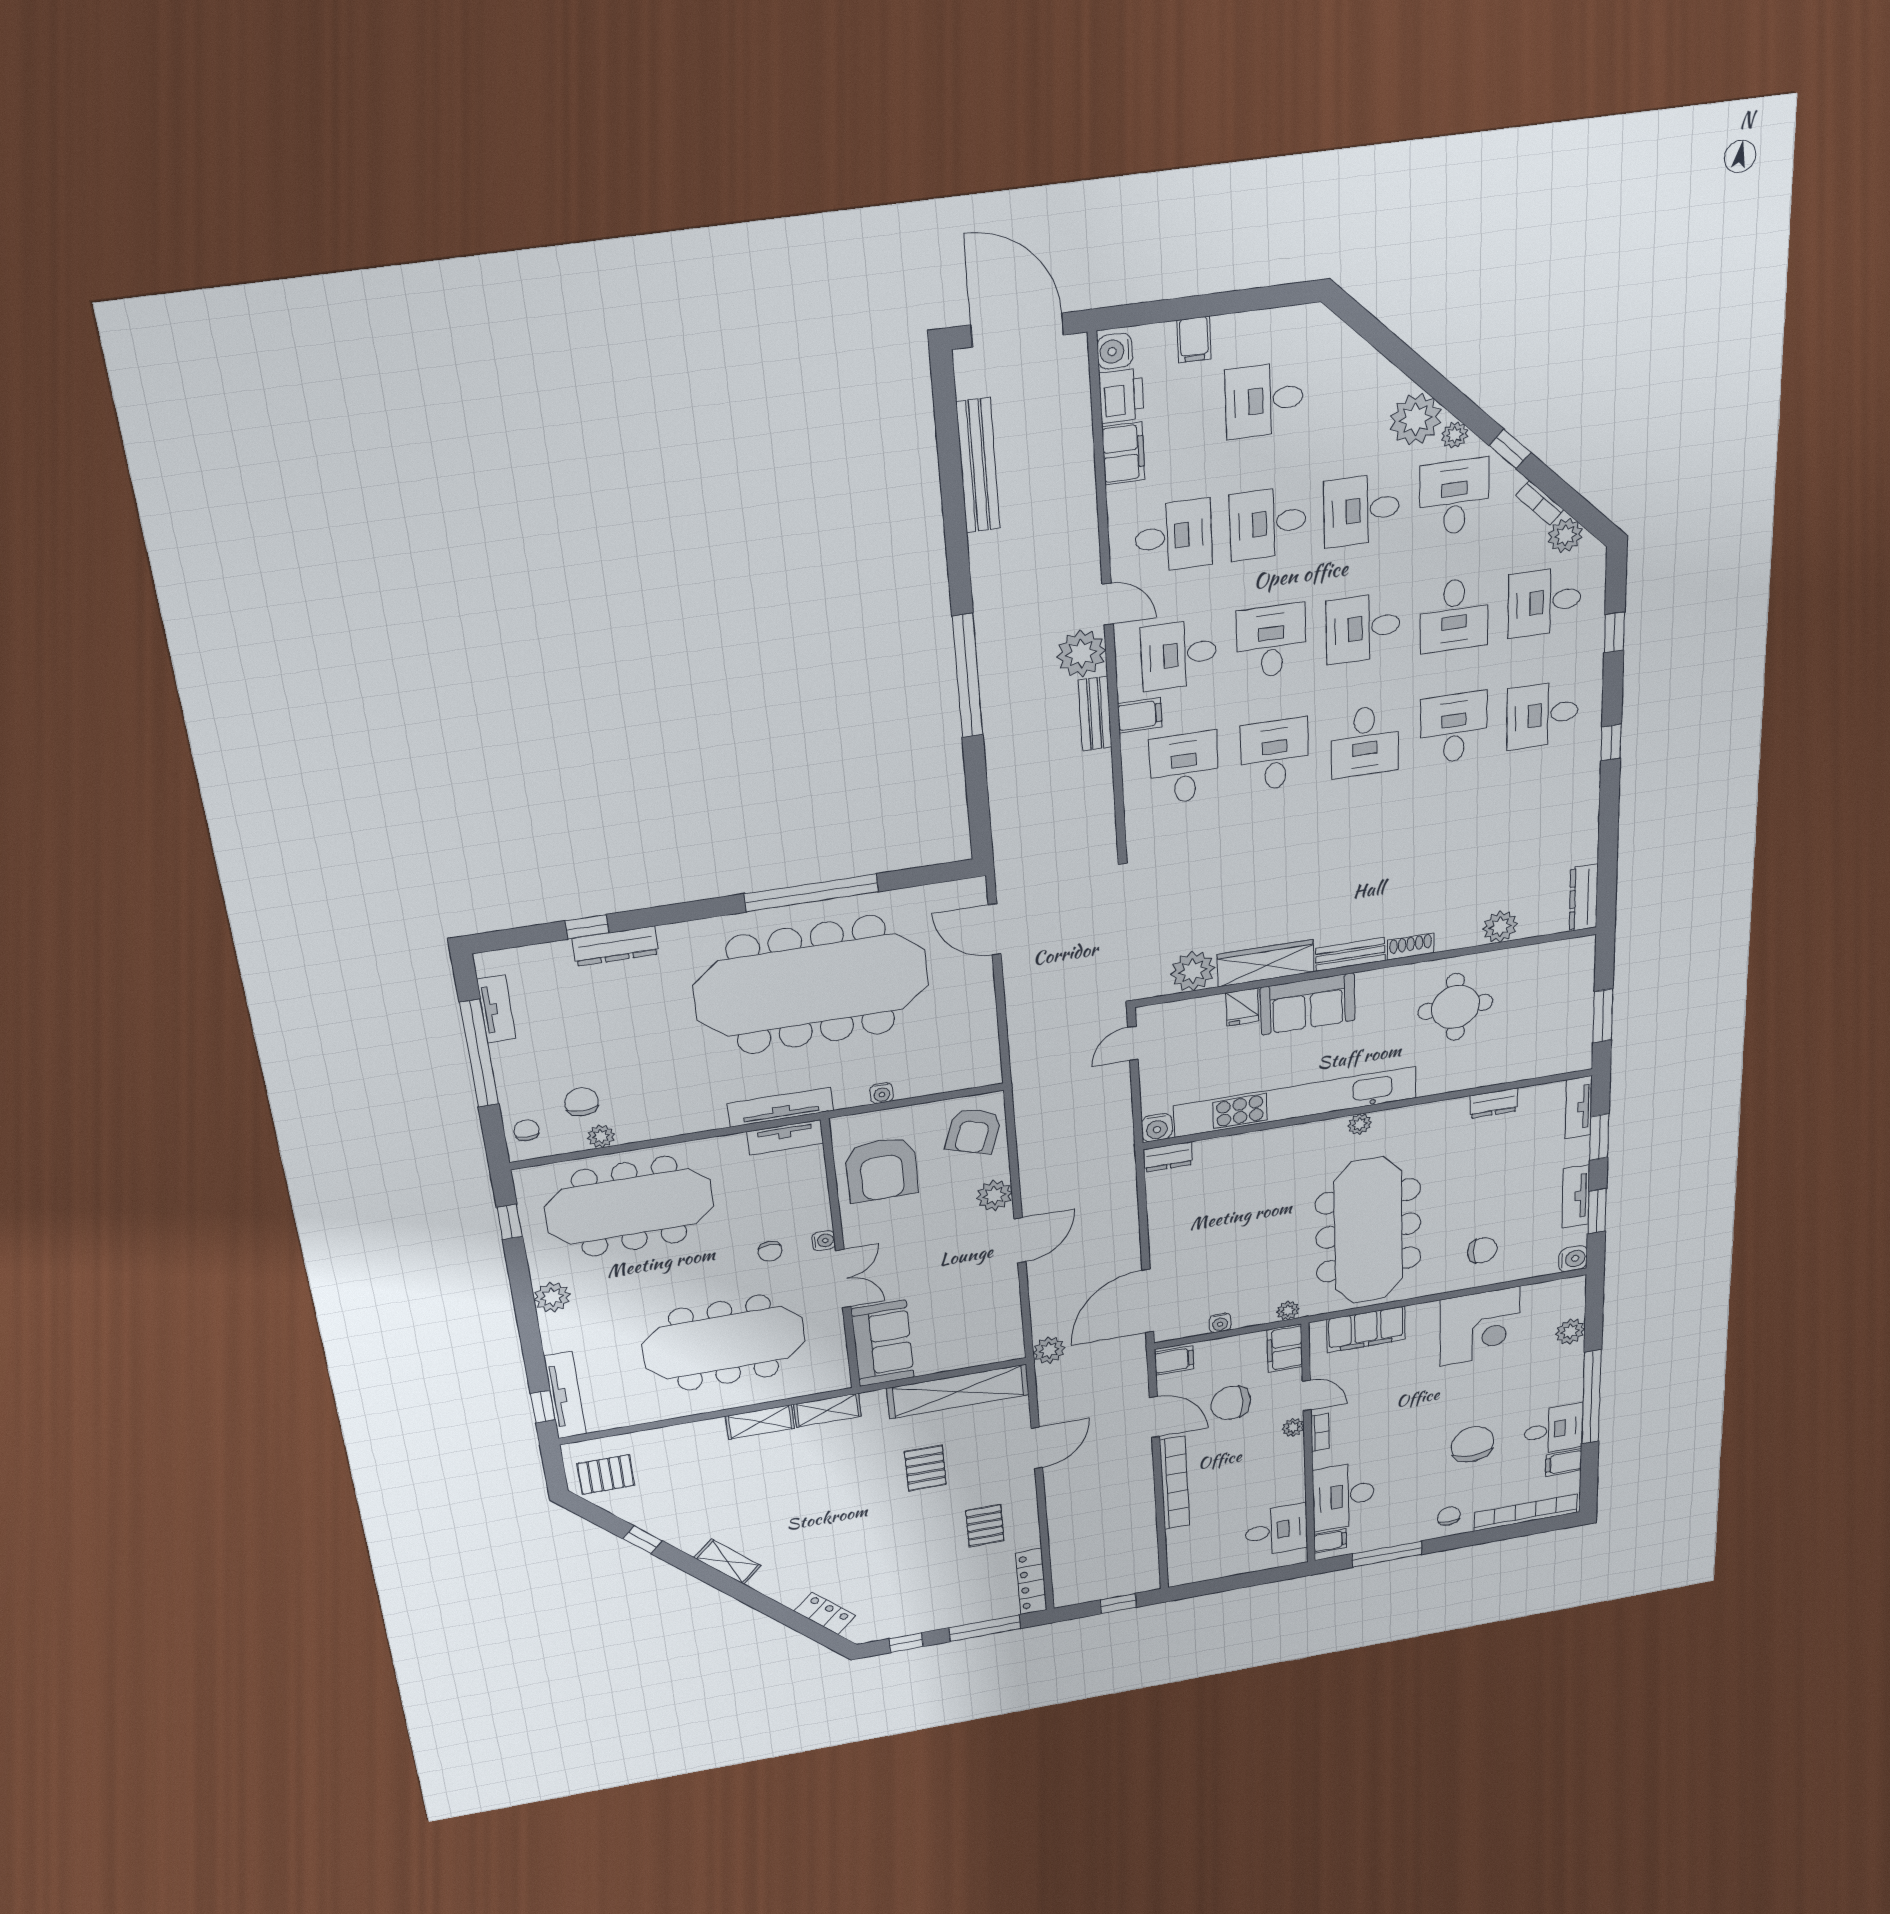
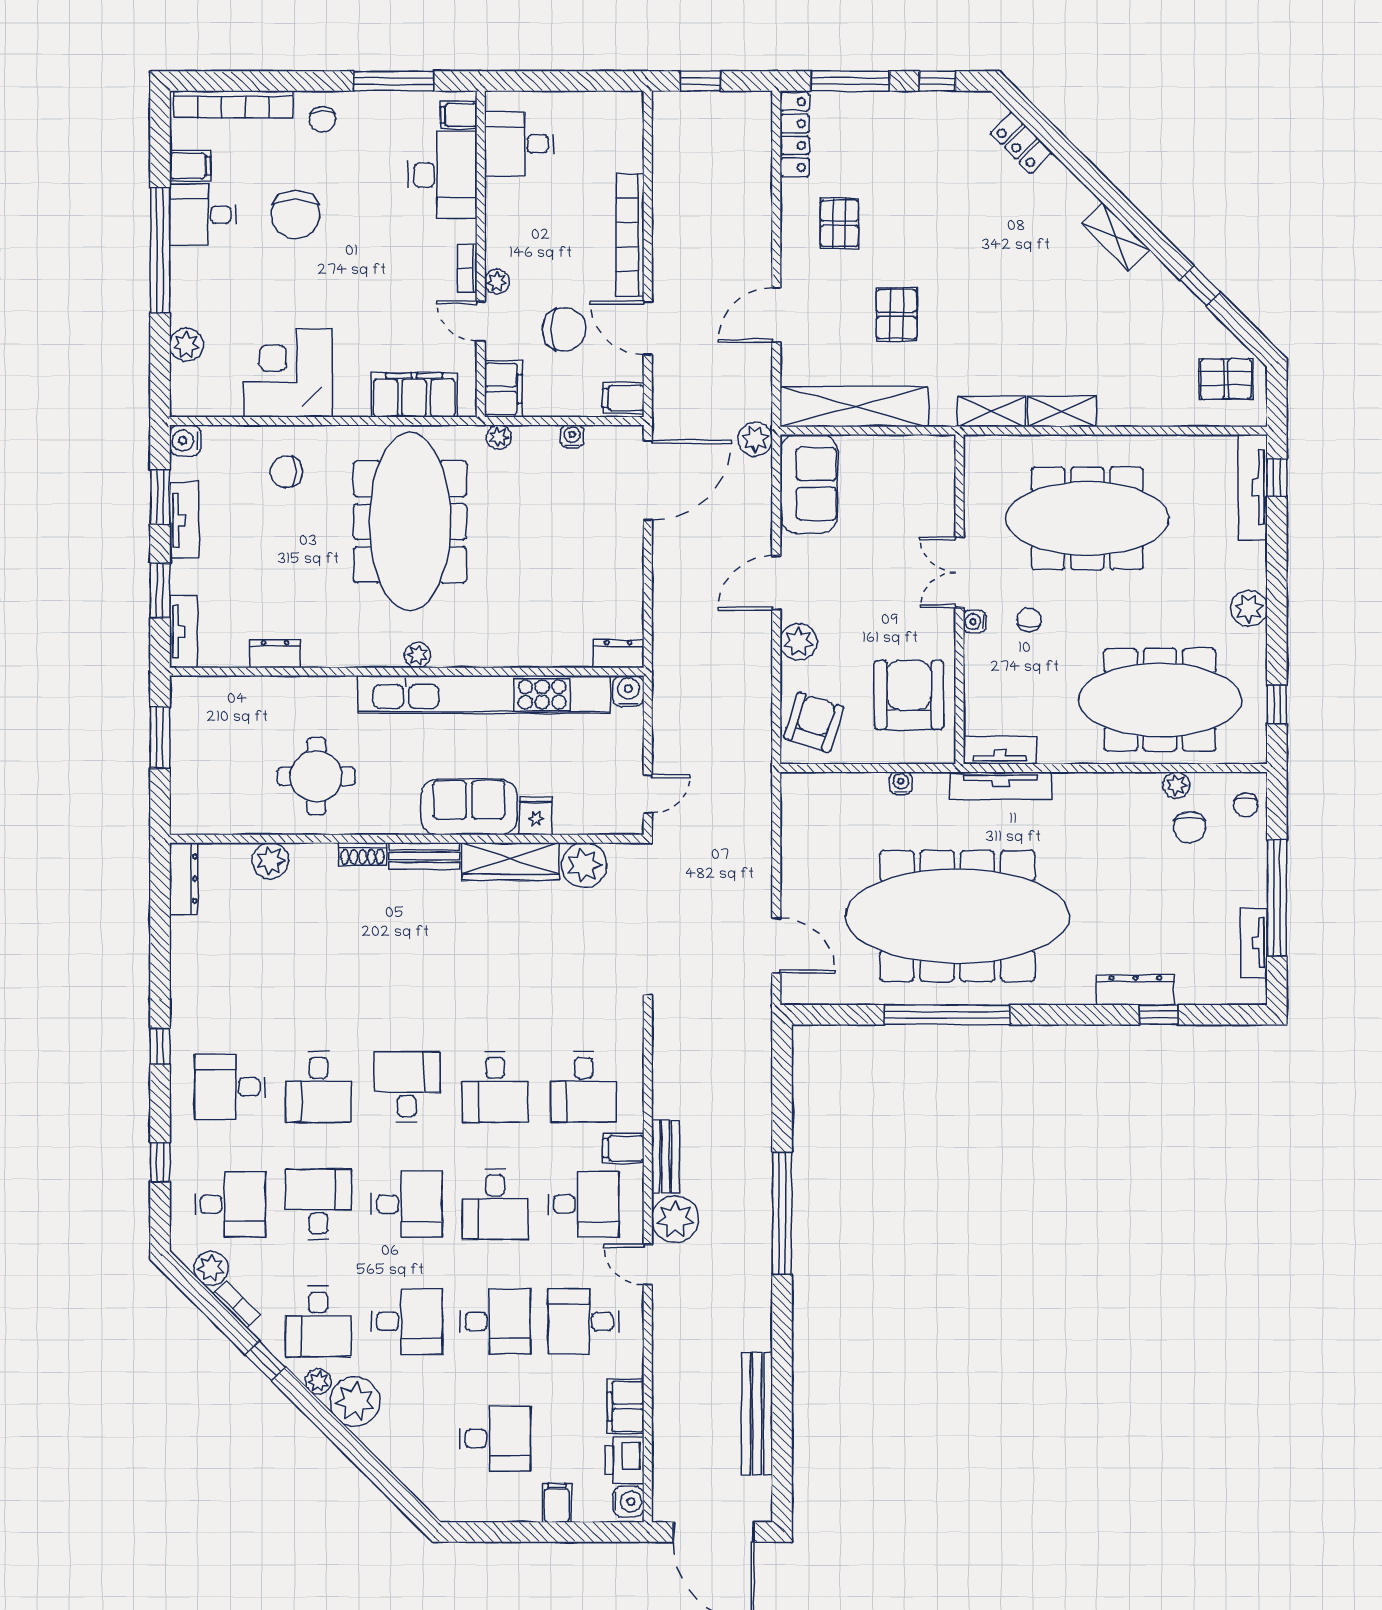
desk: (1542, 715) -> (230, 1087), turned 180
sofa: (883, 1343) -> (809, 484), moved, turned 180

